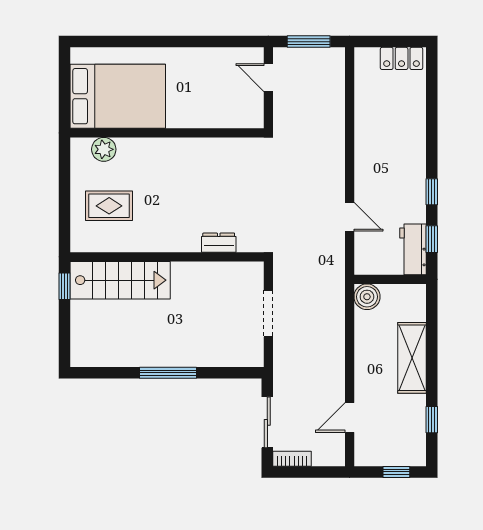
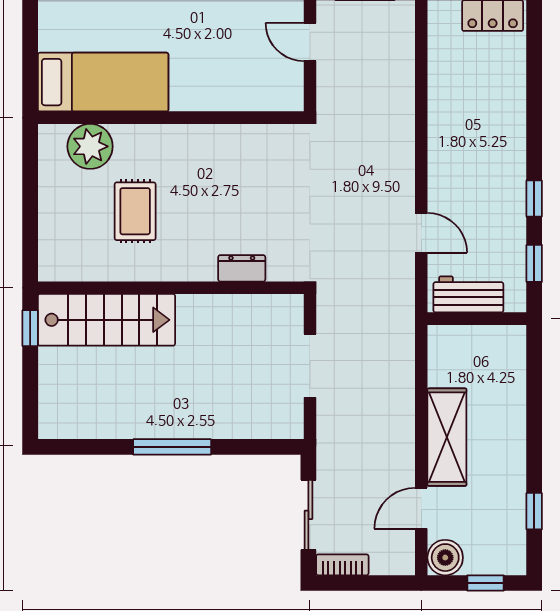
bed: (118, 96) -> (103, 82), width x0.67
plant: (104, 149) -> (90, 146), width x1.36, depth x1.36
rug: (109, 206) -> (135, 211), moved, turned 90
workbench: (413, 249) -> (468, 294), moved, turned 90
boiler: (367, 297) -> (445, 558), moved
shelving: (412, 358) -> (447, 437), moved

